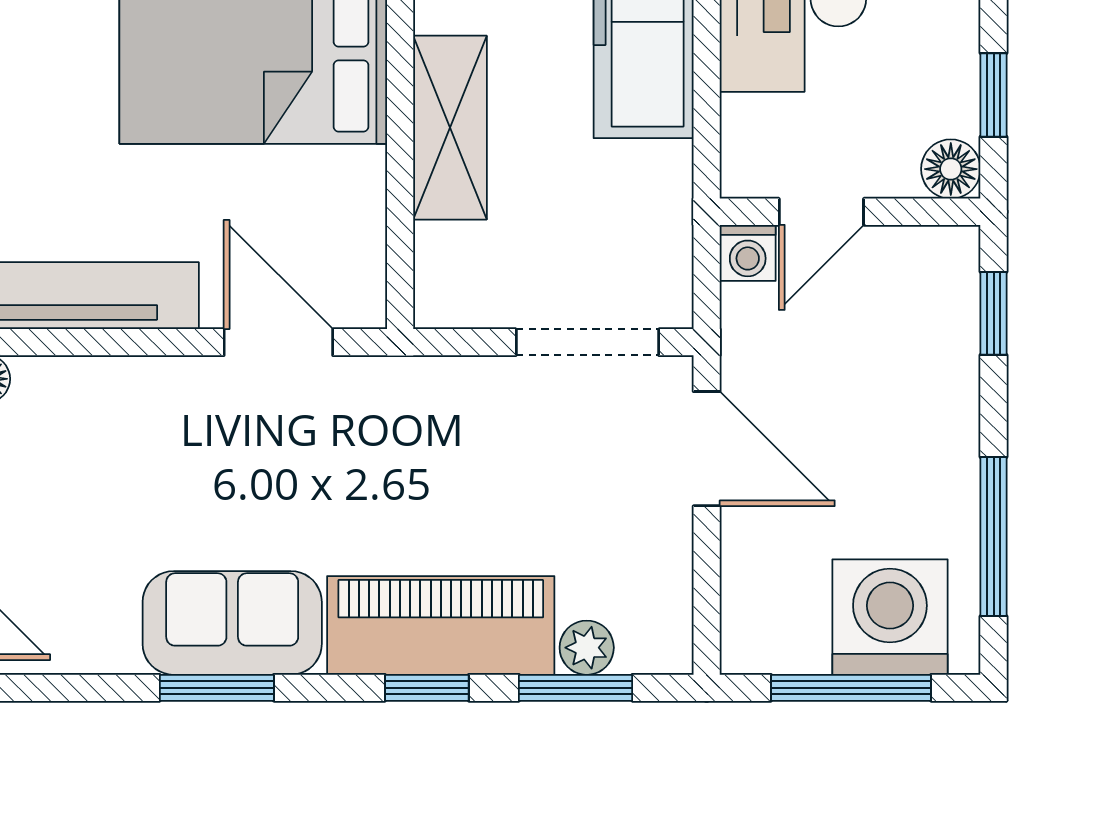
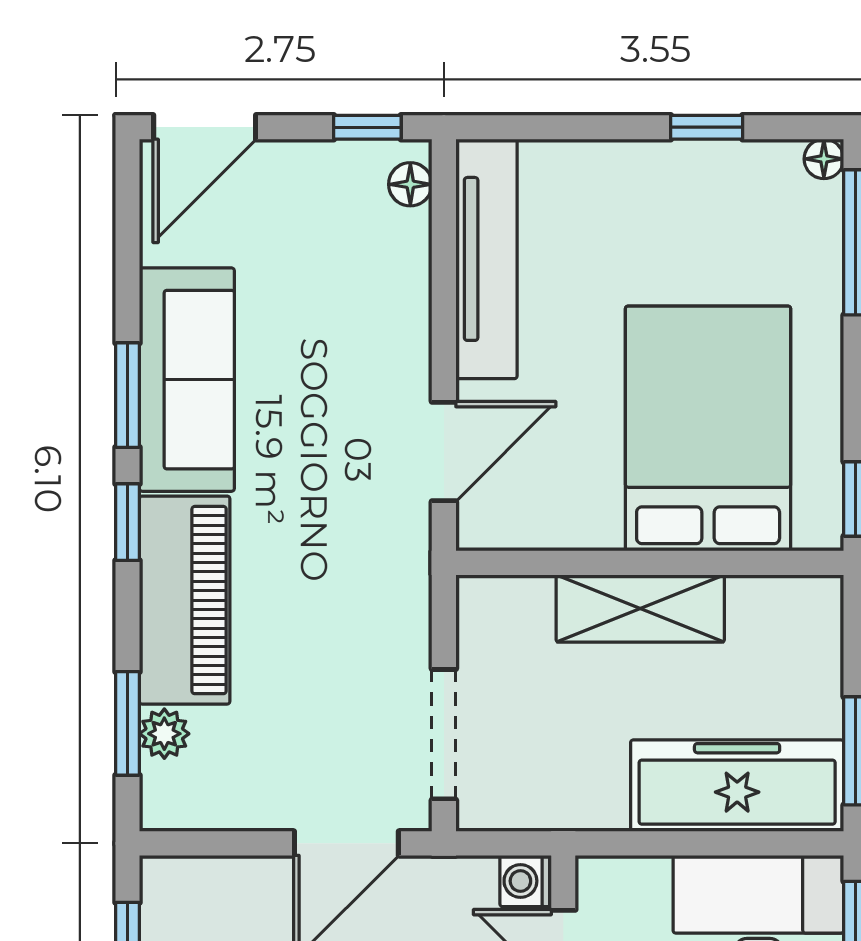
sofa: (232, 623) -> (187, 380), width x1.36
window: (427, 688) -> (128, 522), moved

